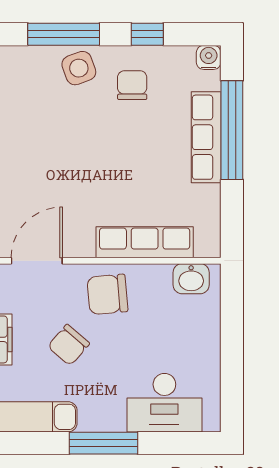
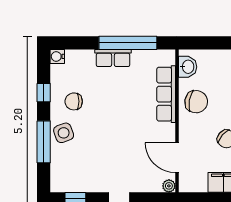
window: (232, 130) -> (128, 43), moved
row of seats: (206, 137) -> (113, 58), width x0.68
chair: (107, 294) -> (196, 102), moved, turned -75

